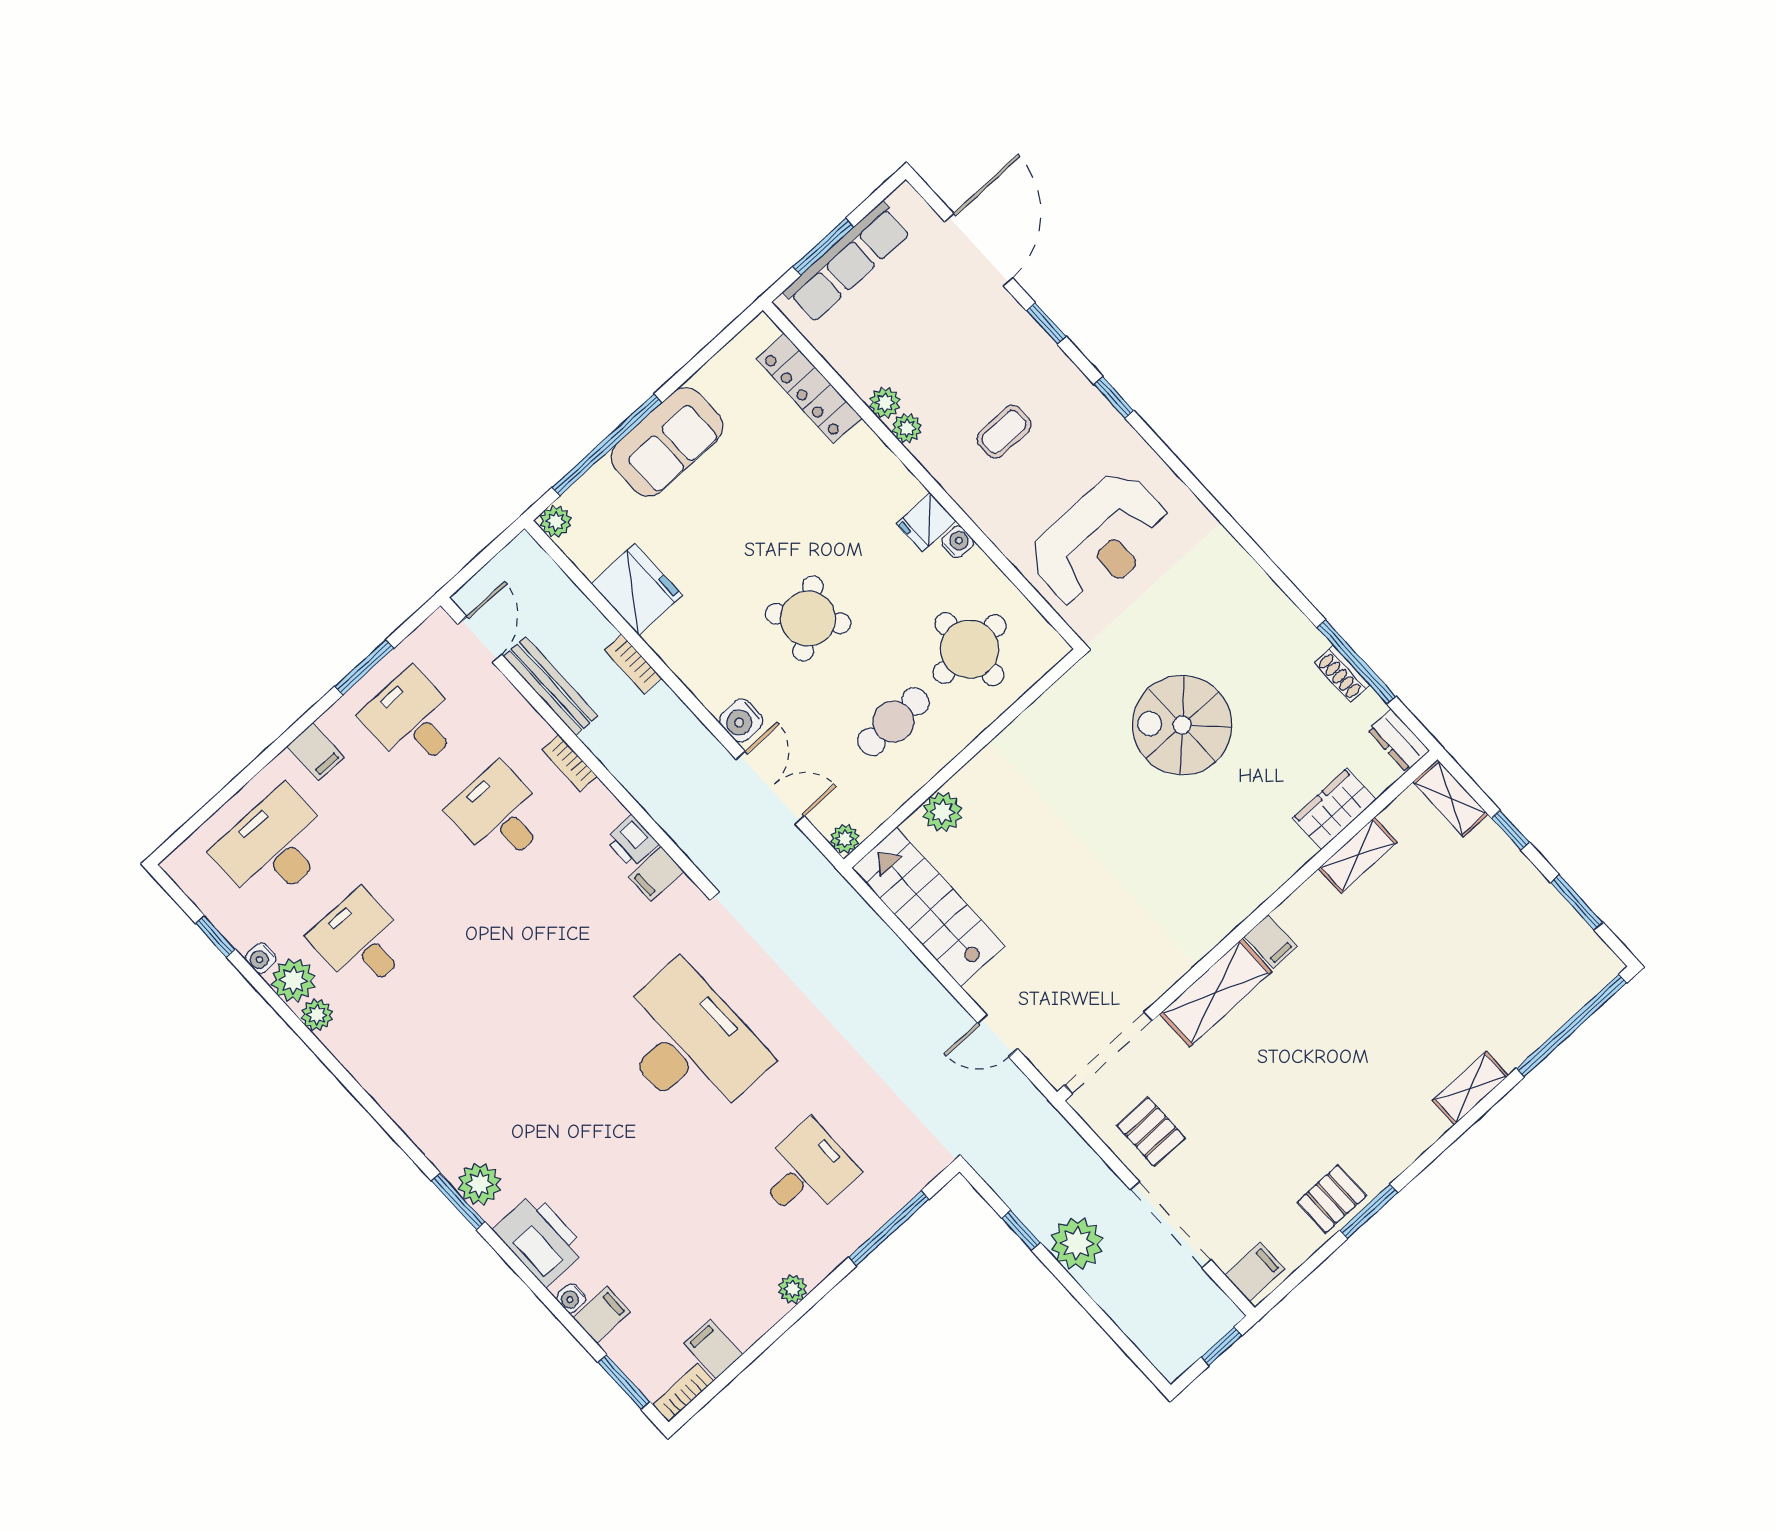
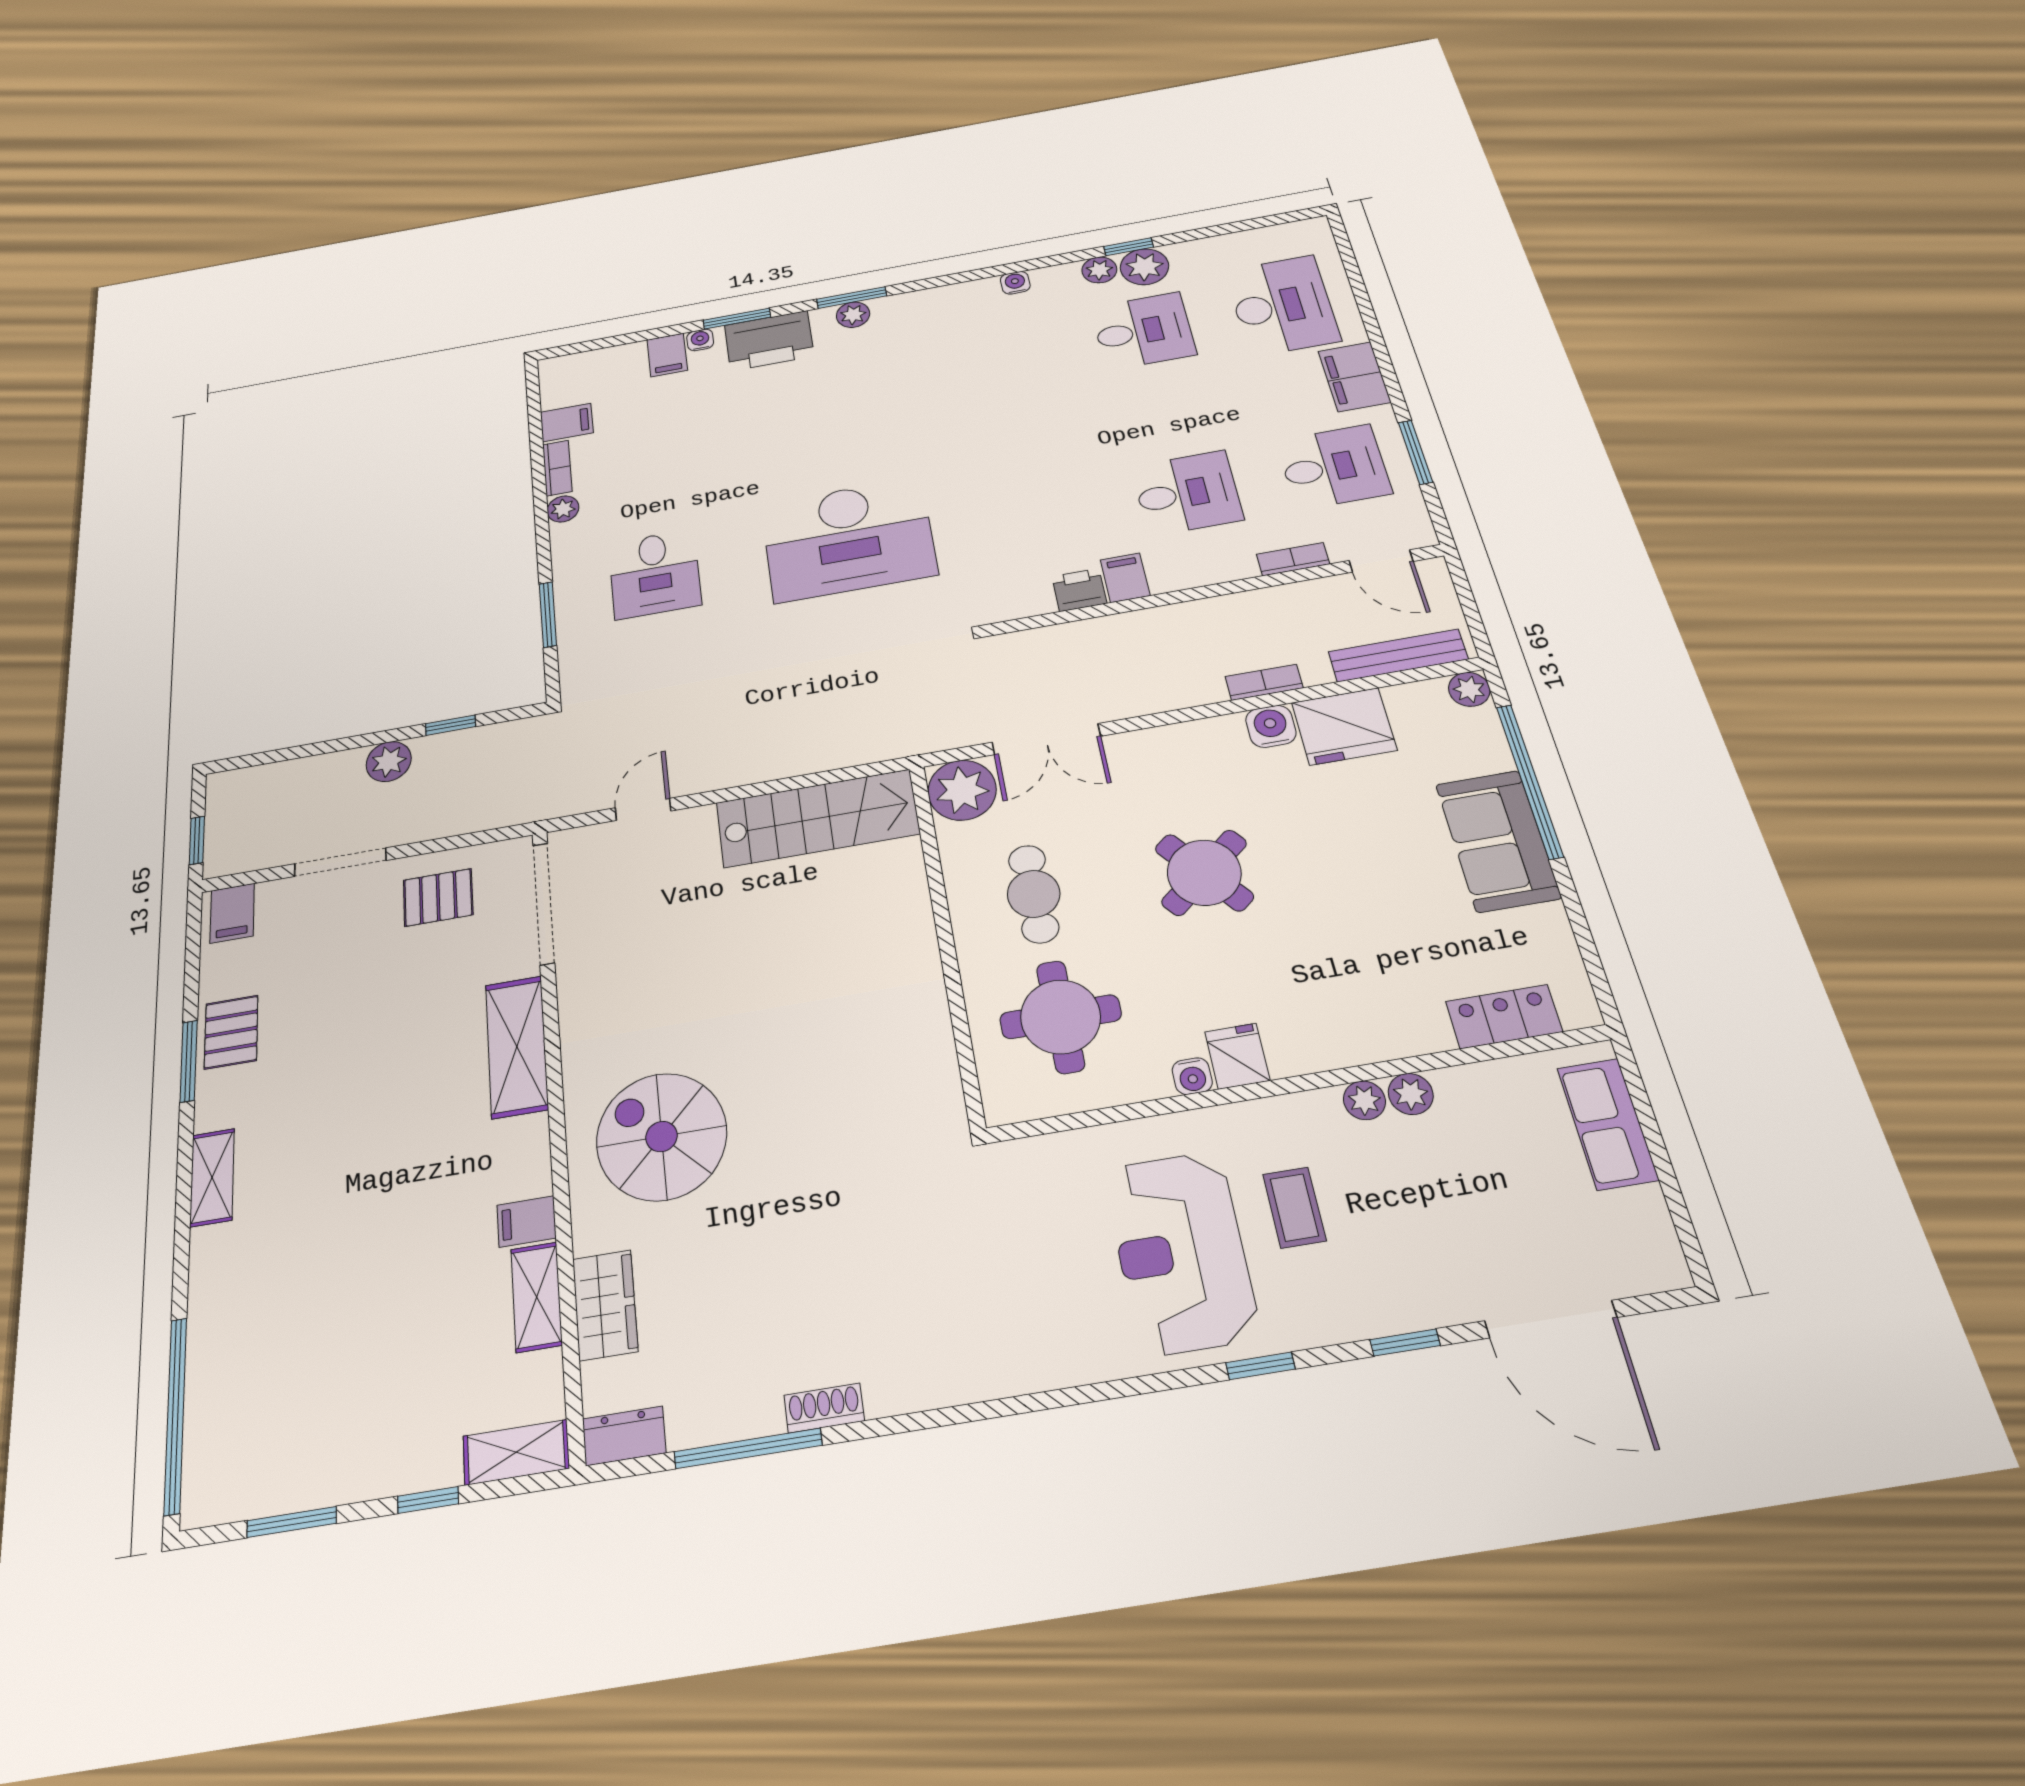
window: (823, 247) -> (1653, 1137), removed
row of seats: (847, 262) -> (1607, 1124), width x0.68
locker: (809, 388) -> (1504, 1017), width x0.66
reception desk: (1100, 540) -> (1181, 1252), moved
shoe rack: (1342, 674) -> (824, 1408), moved
bench: (551, 686) -> (1398, 656), moved
water cooler: (741, 721) -> (1271, 726), moved
spiral stairs: (1182, 725) -> (662, 1137), moved, turned -90
filing cabinet: (316, 752) -> (1354, 377), width x2.00
bookcase: (570, 763) -> (1293, 559), moved
plant: (942, 812) -> (904, 887), removed
plant: (845, 839) -> (962, 790), width x1.88, depth x1.88
filing cabinet: (656, 874) -> (1125, 578), moved
window: (215, 936) -> (1128, 247), moved
filing cabinet: (1271, 941) -> (527, 1222), moved
water cooler: (261, 958) -> (1015, 283), moved
shelving: (1471, 1088) -> (212, 1177), moved
plant: (479, 1184) -> (853, 315), width x0.73, depth x0.73
doorway: (1171, 1225) -> (340, 862), width x0.73
window: (889, 1228) -> (548, 615), width x0.69
plant: (1077, 1243) -> (389, 761), width x0.73, depth x0.73
window: (624, 1382) -> (737, 319), moved
bookcase: (683, 1392) -> (557, 468), moved

